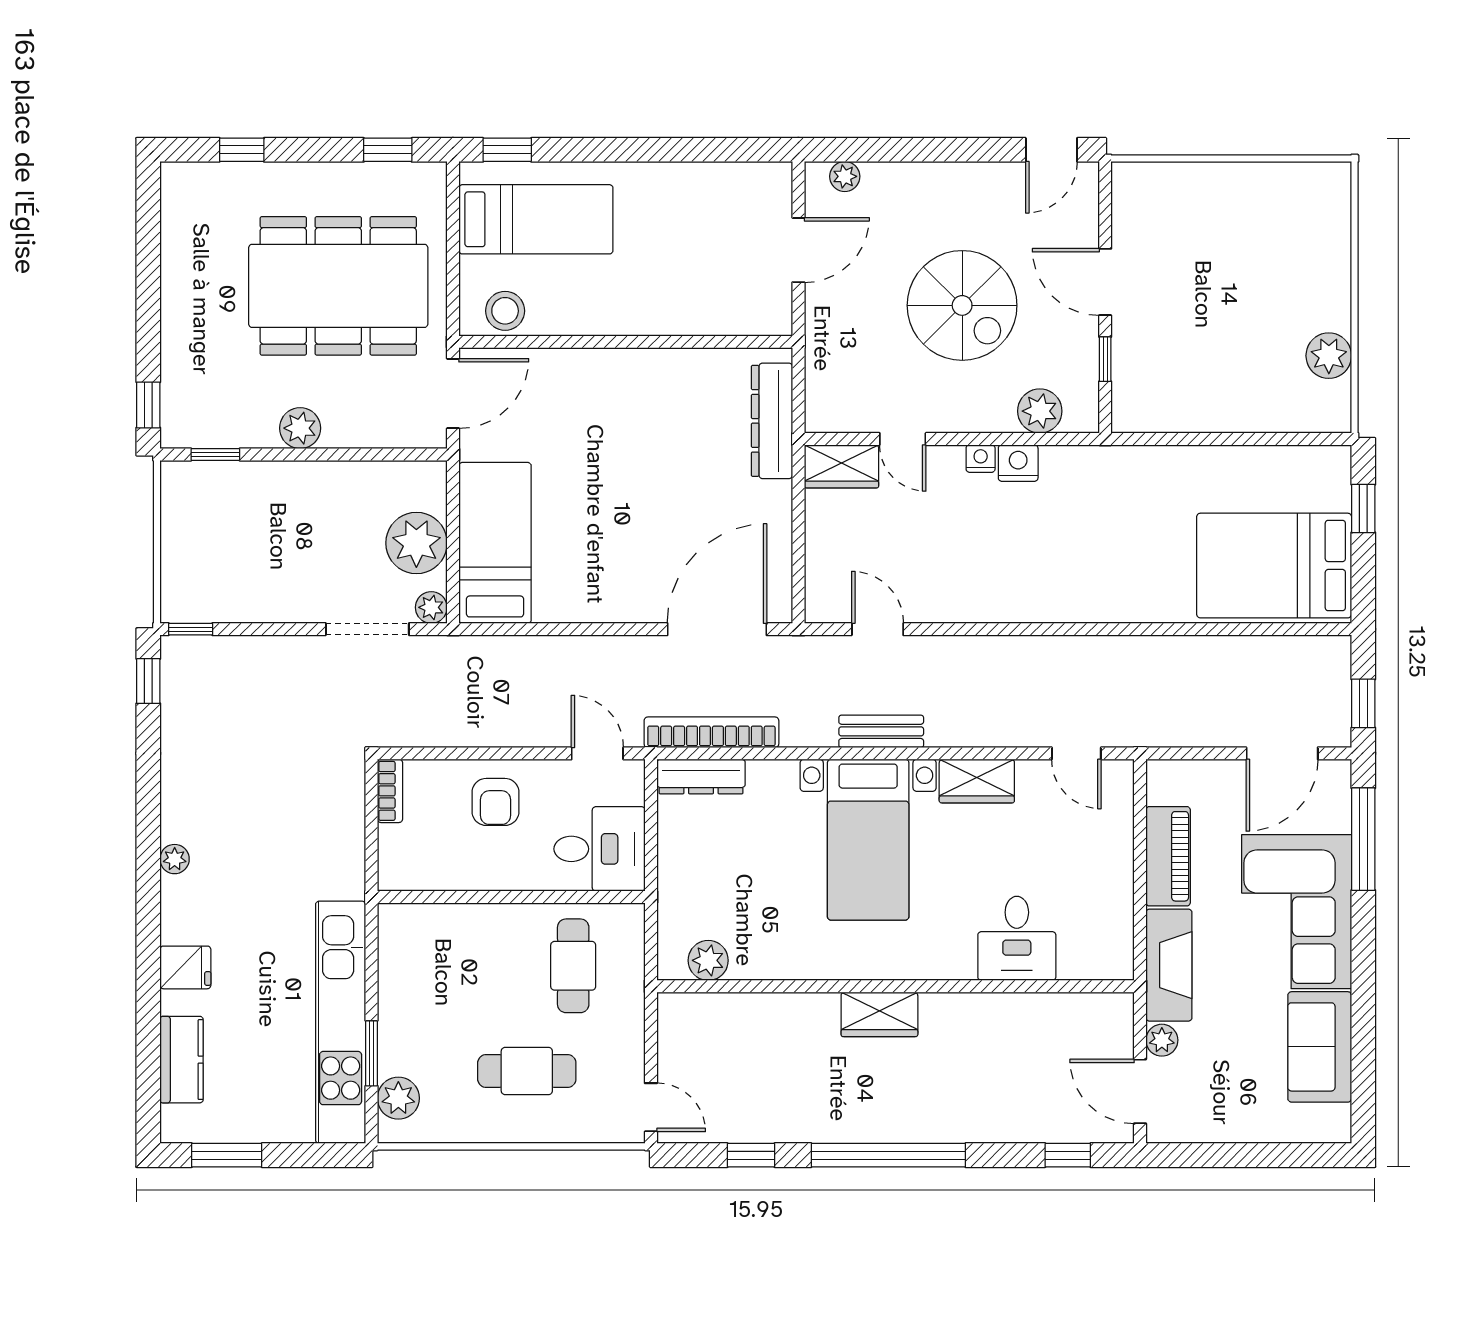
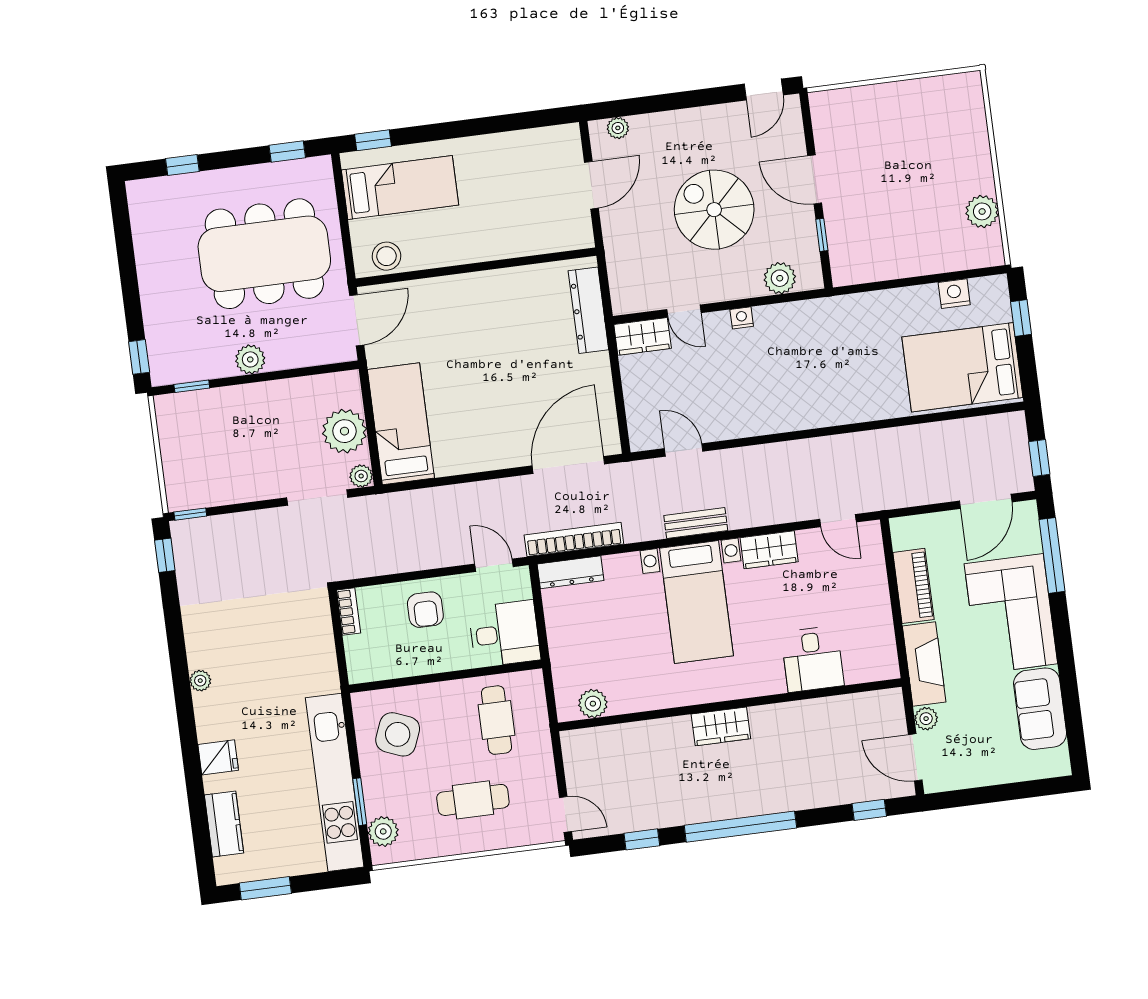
spiral stairs: (962, 305) -> (714, 210), turned 180
nightstand: (1018, 463) -> (954, 294), moved
side table: (435, 968) -> (398, 734), added

